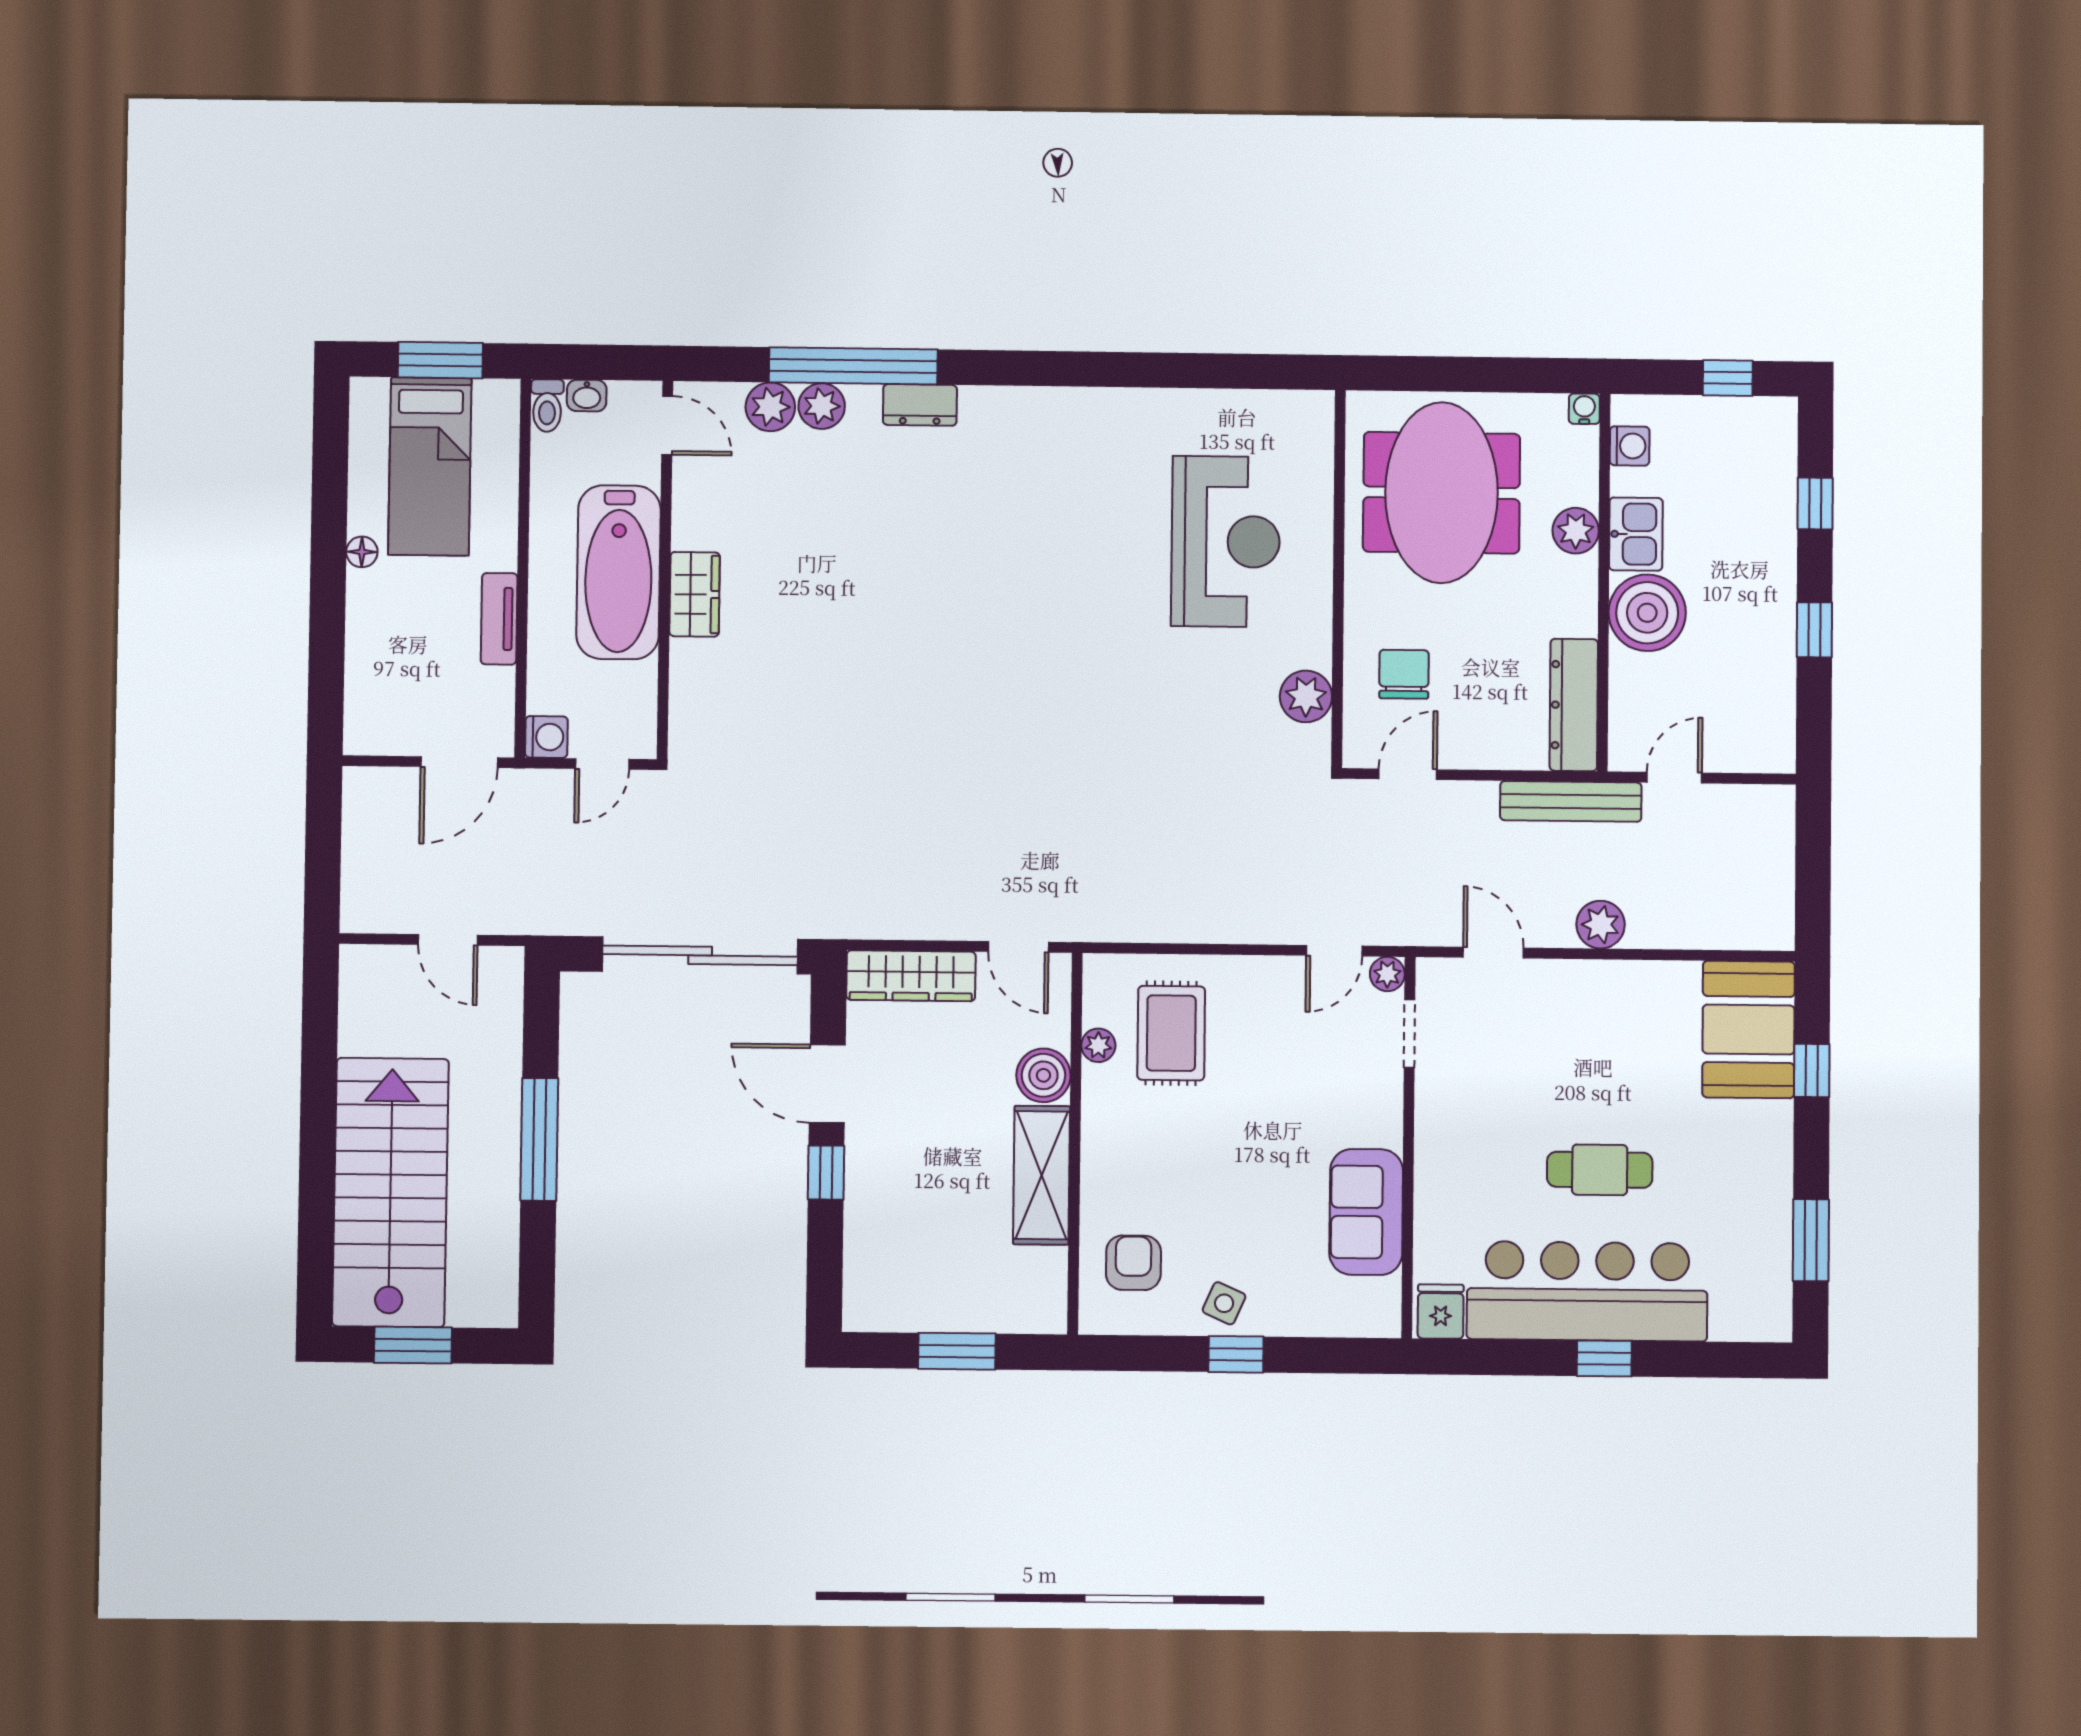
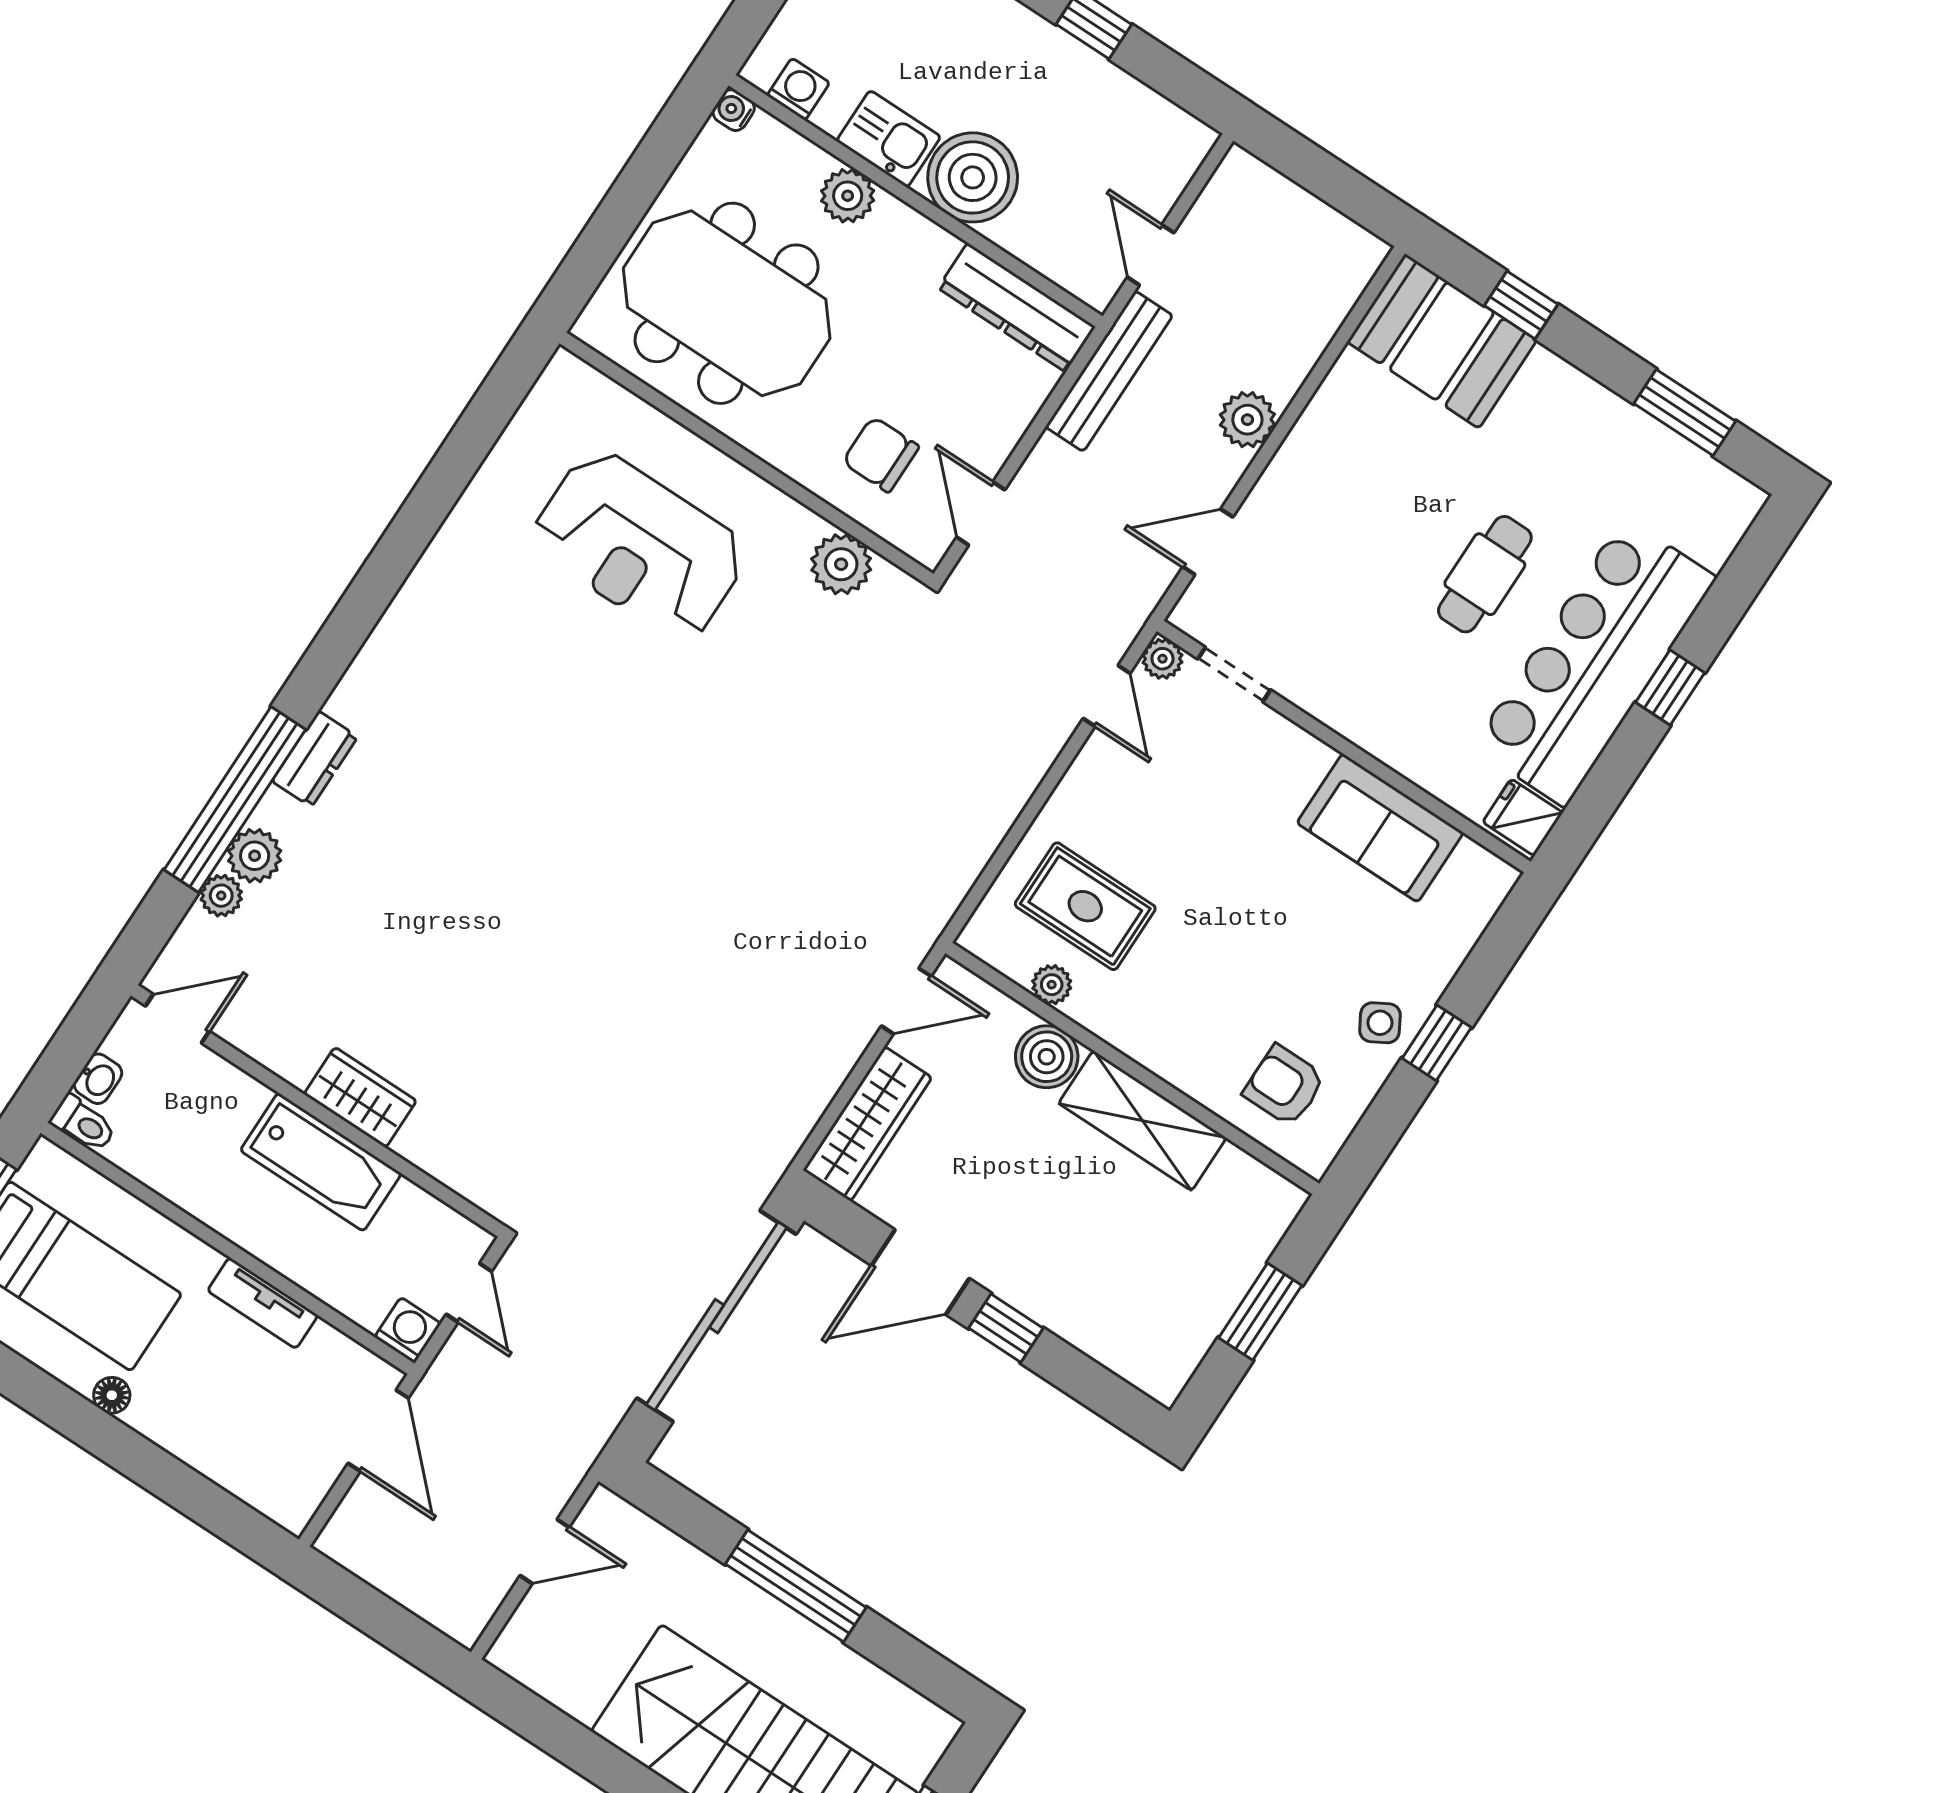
plant: (770, 407) -> (221, 896), width x0.73, depth x0.73
reception desk: (1226, 542) -> (640, 545), turned 180
bathtub: (618, 572) -> (321, 1162), width x0.73, depth x0.73
side table: (1224, 1303) -> (1380, 1023), turned 36

